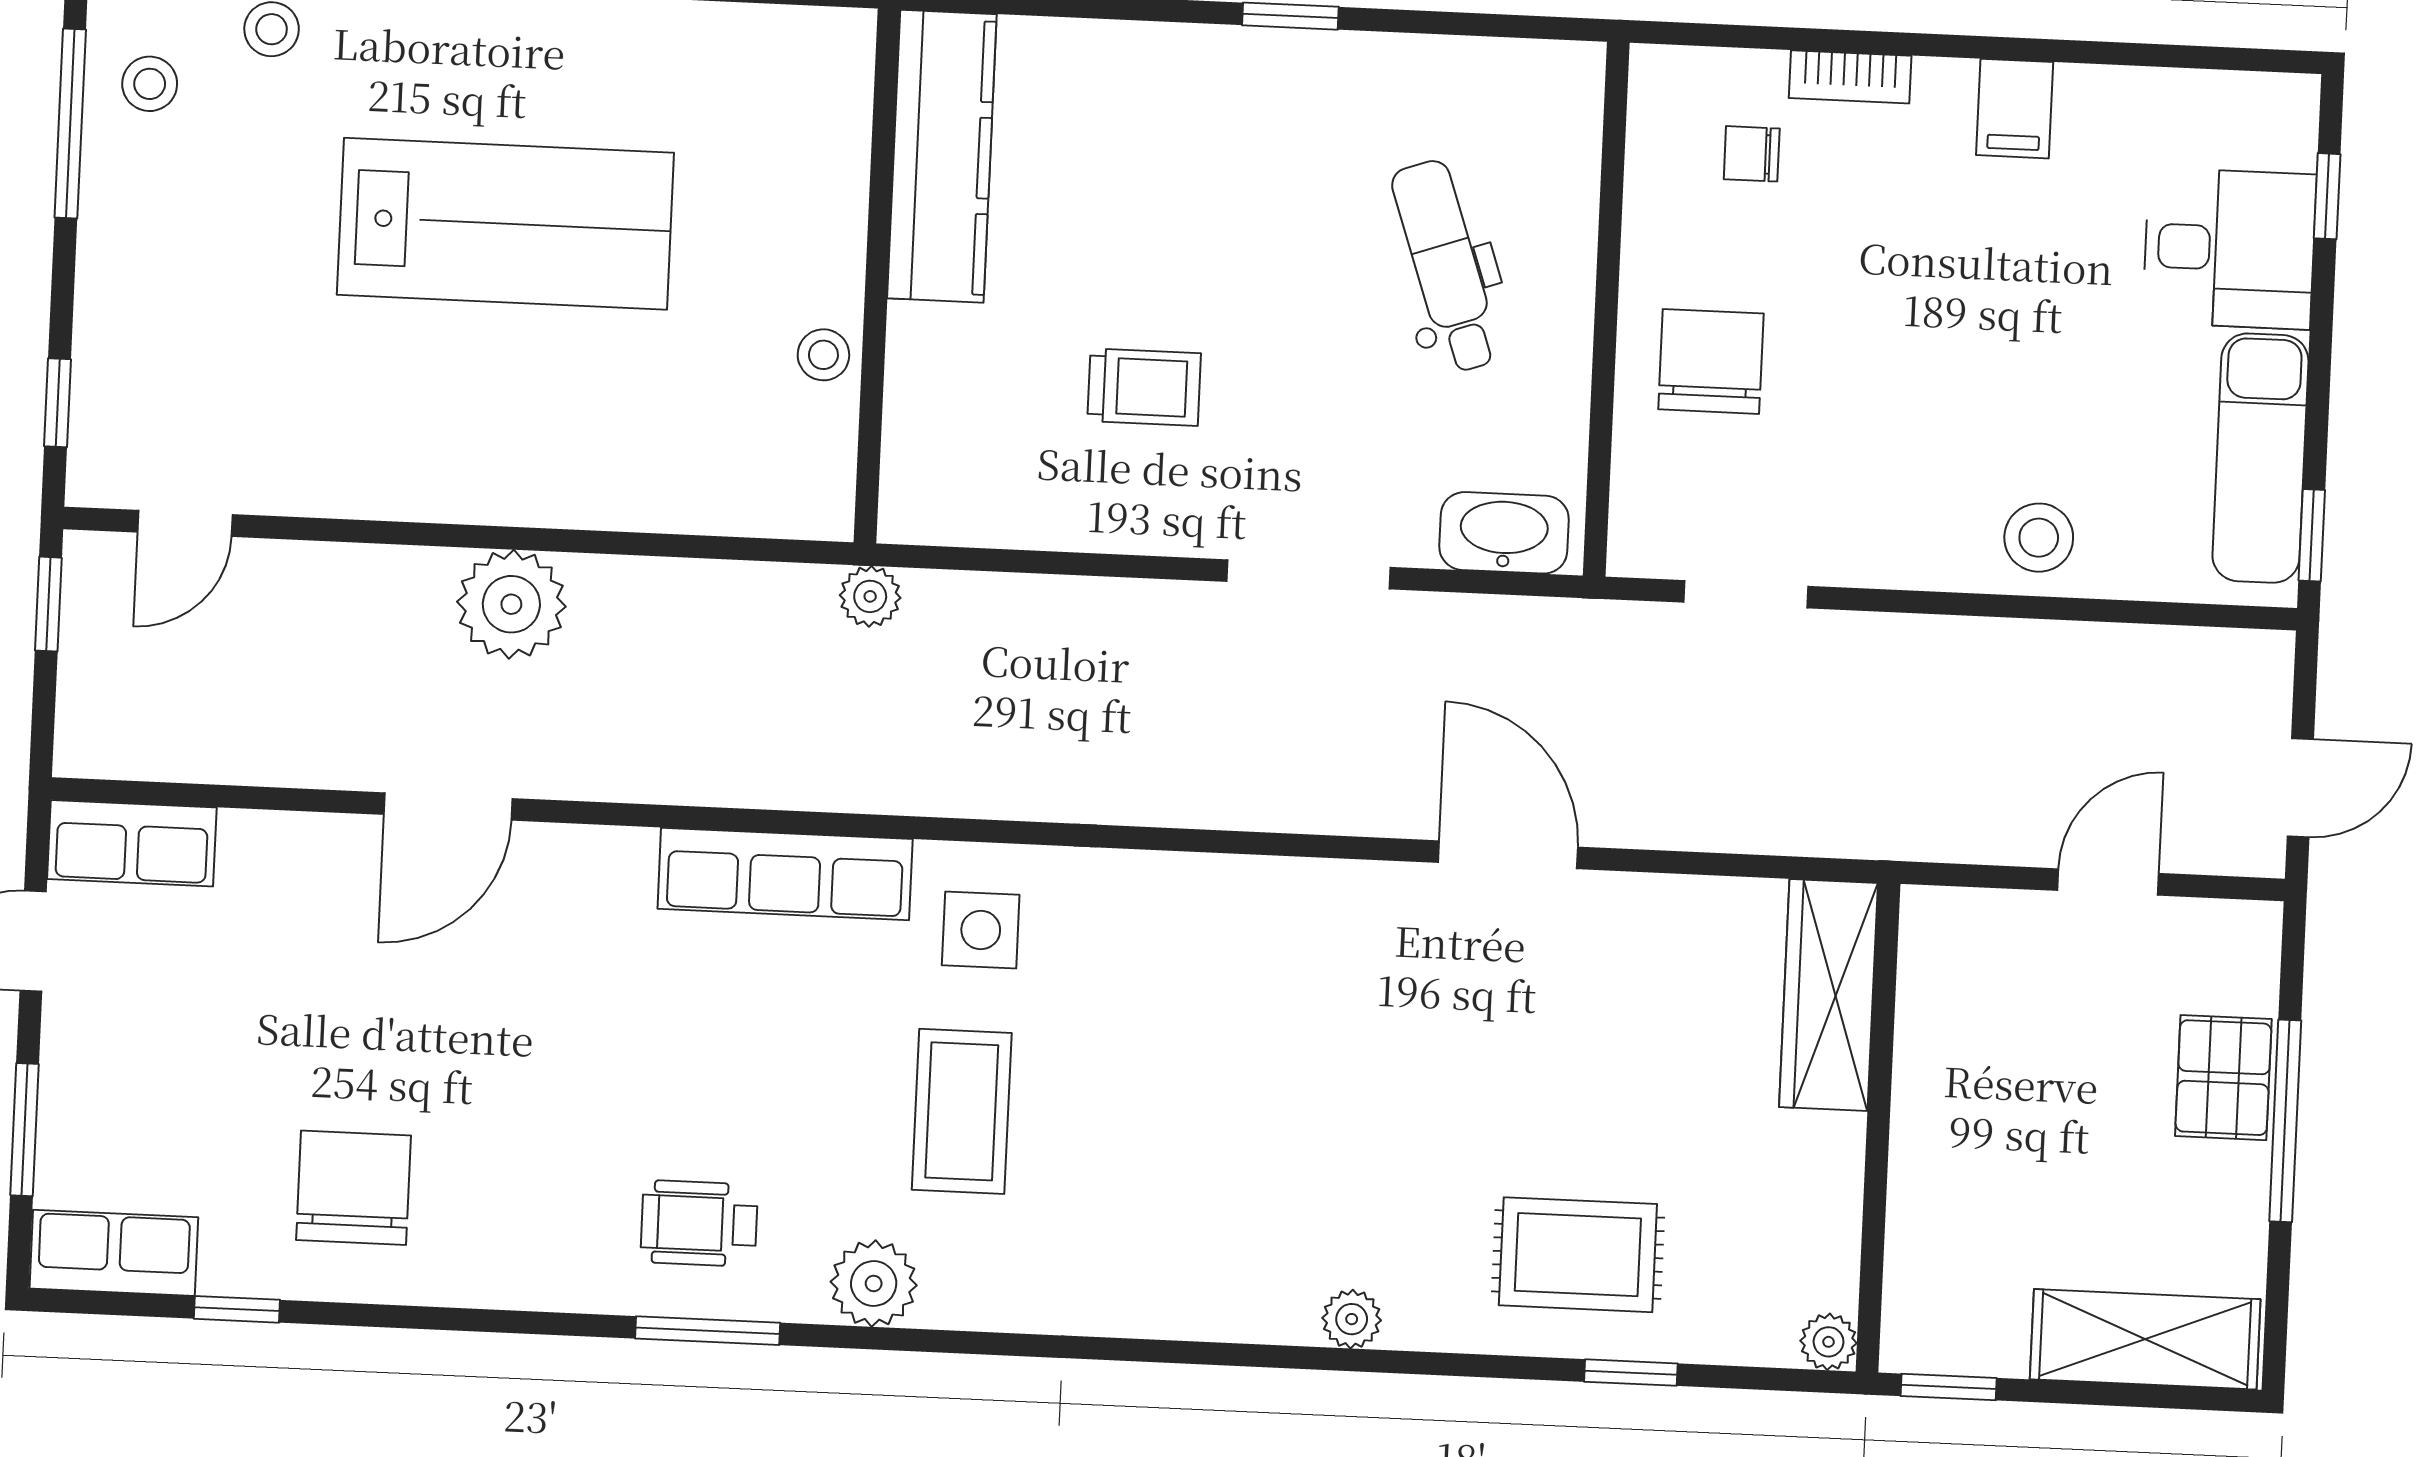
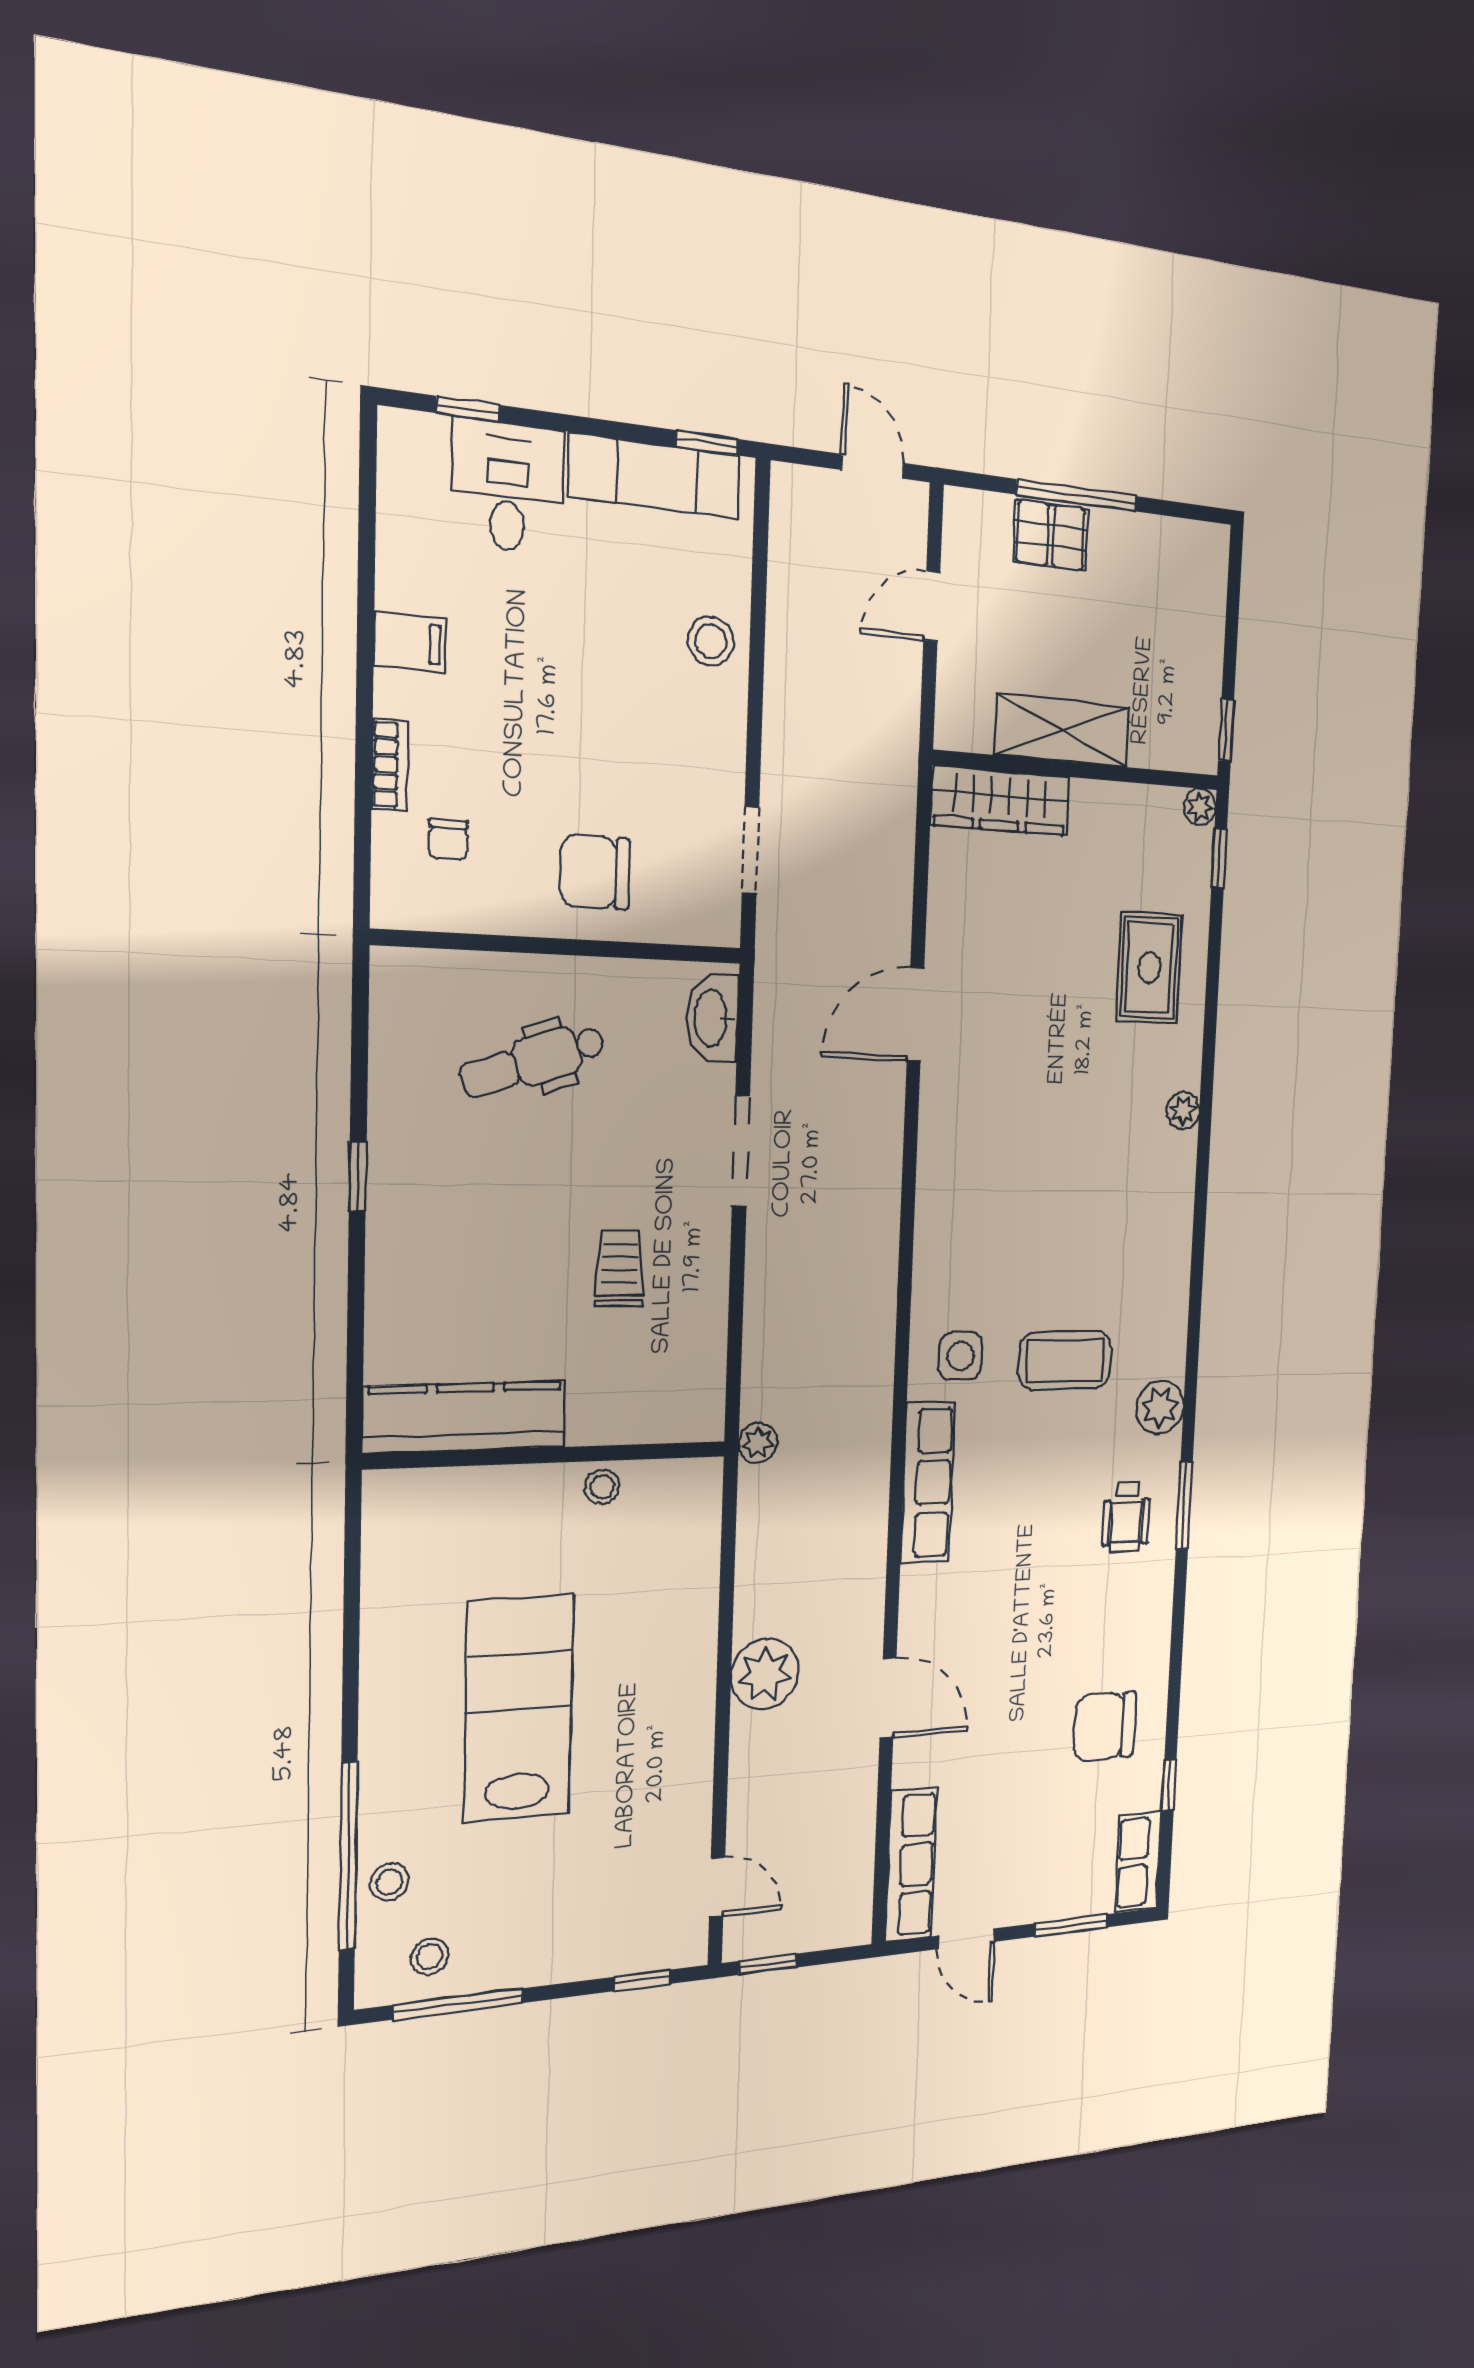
row of seats: (132, 843) -> (911, 1865), width x1.48
door: (2108, 882) -> (932, 606), hinge flipped
shelving: (2145, 1339) -> (1062, 731), moved, turned 90
window: (1631, 1373) -> (1219, 858), moved

